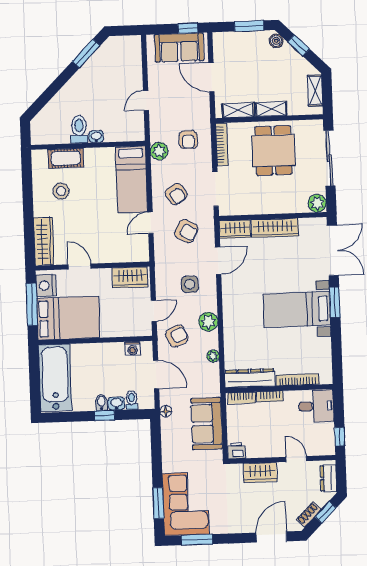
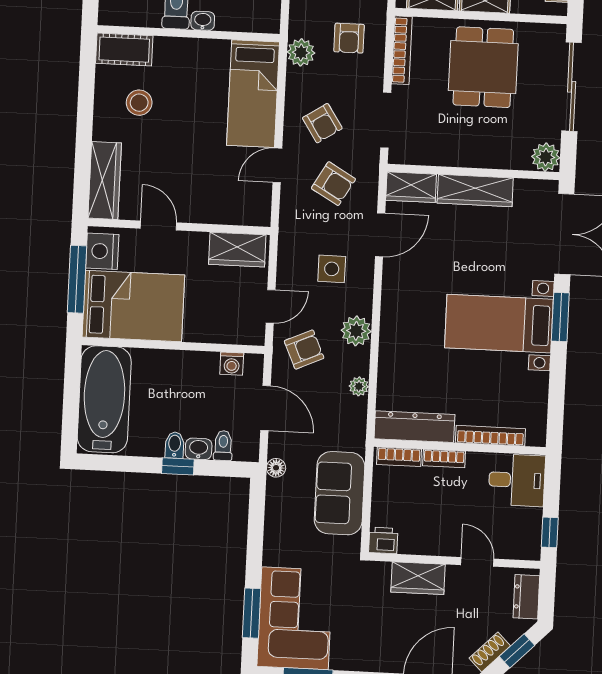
cot: (66, 158) -> (124, 50), moved

